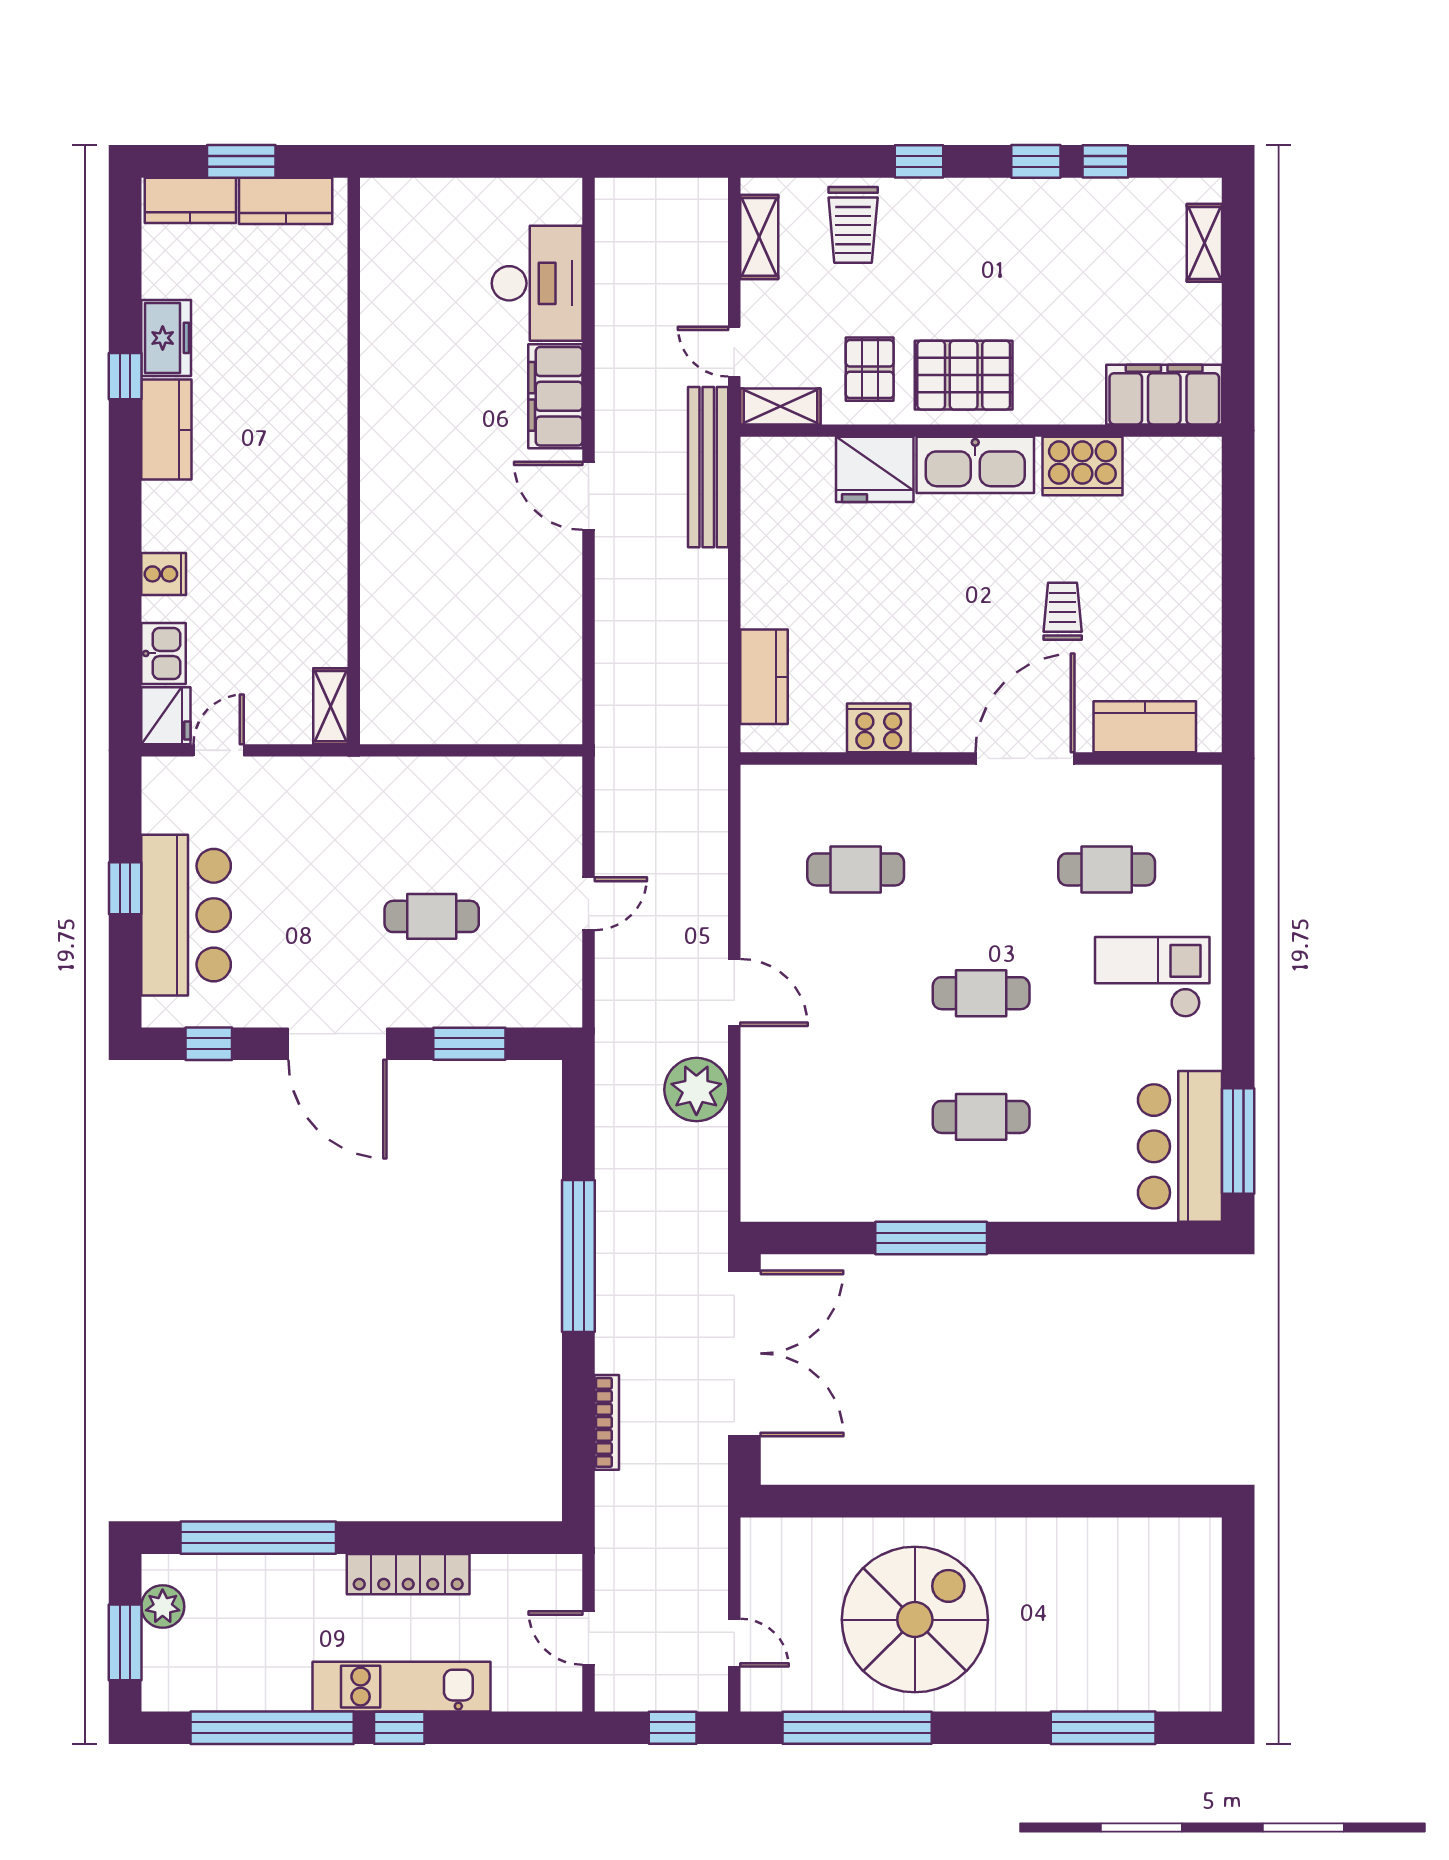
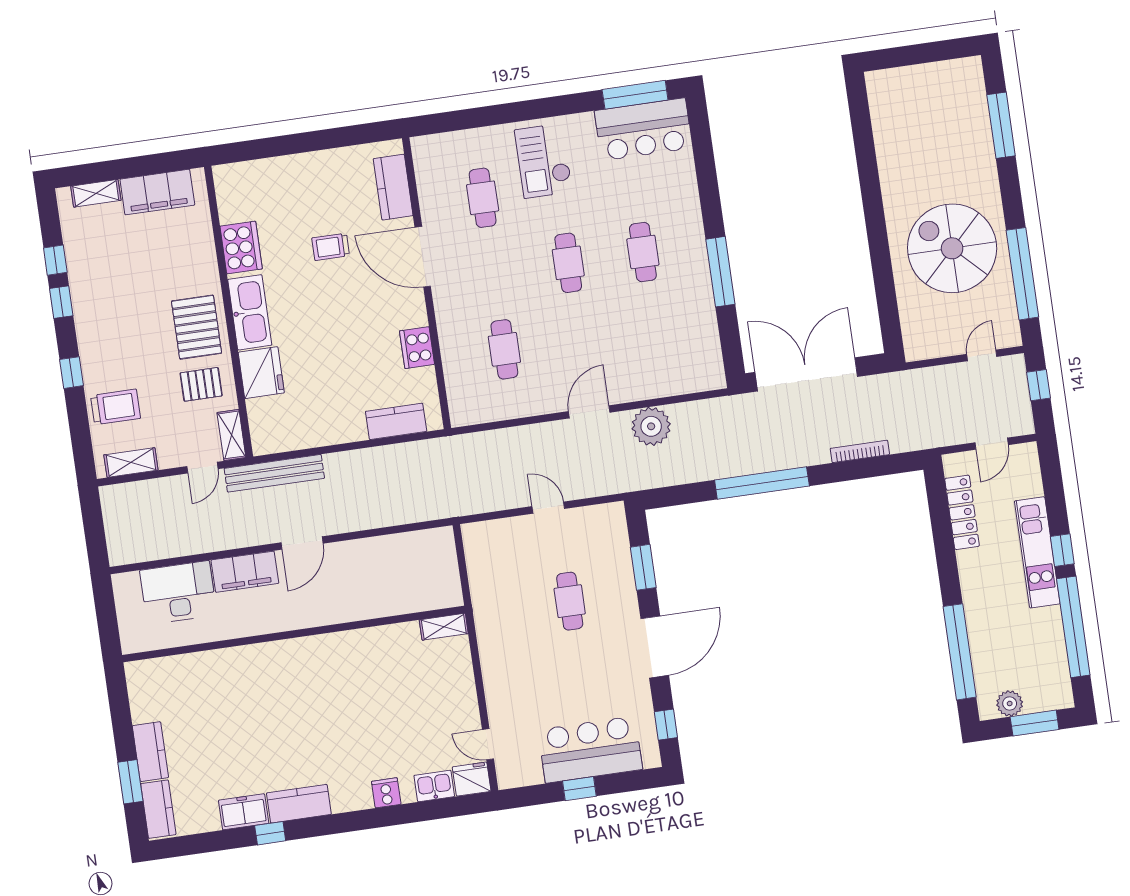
filing cabinet: (1164, 395) -> (157, 192), moved, turned -90
wall: (354, 461) -> (294, 634), moved
shelving: (331, 706) -> (444, 627), moved
locker: (408, 1574) -> (962, 512), moved

